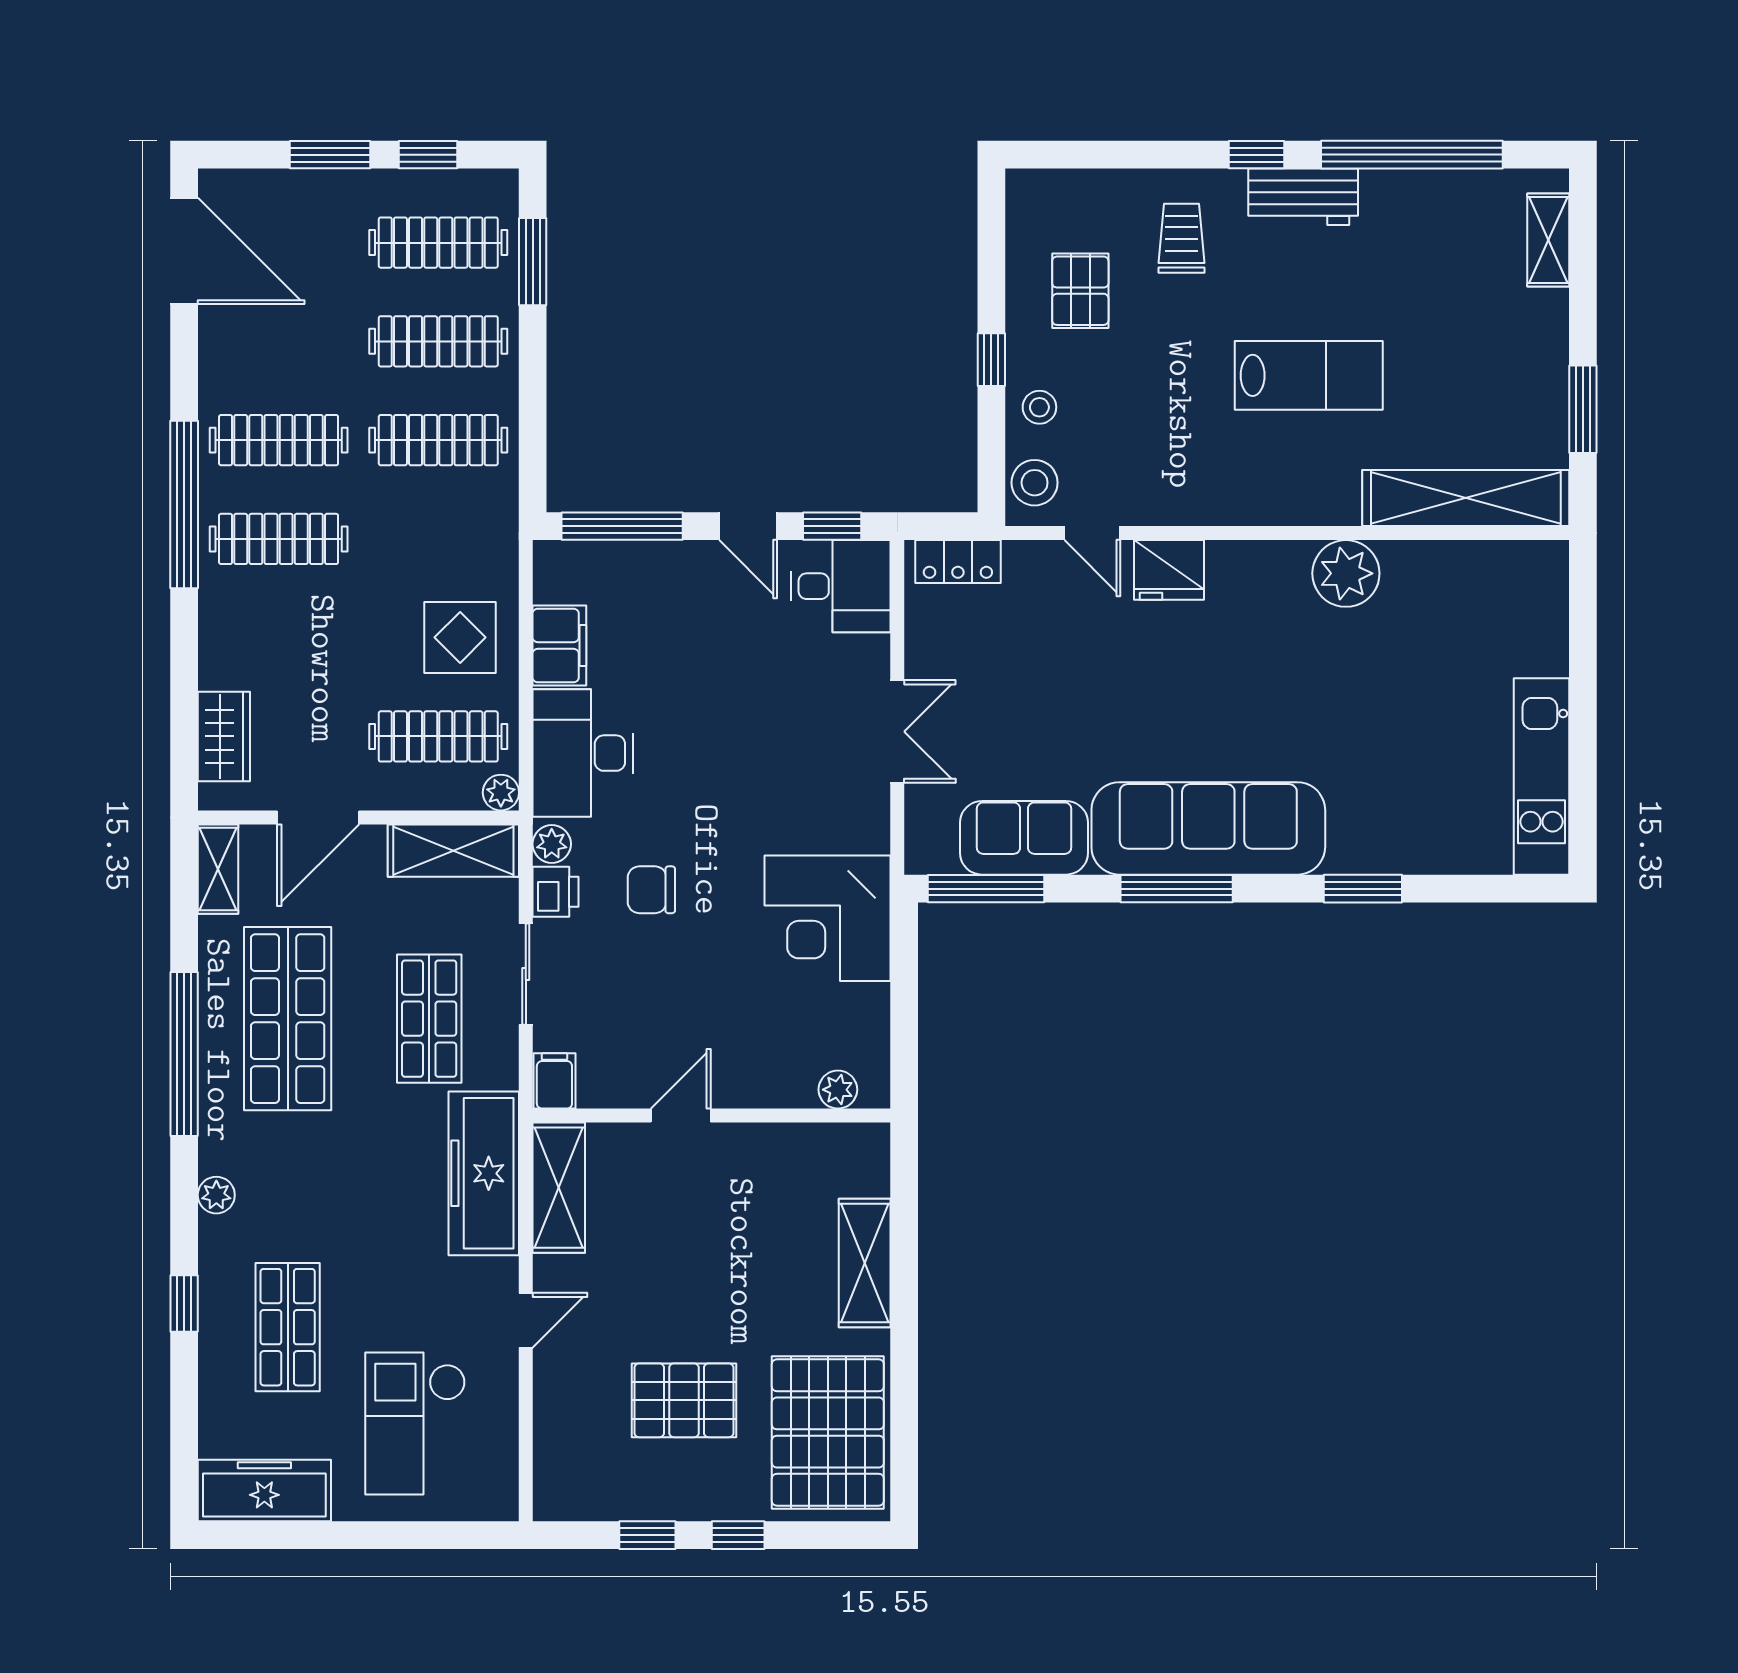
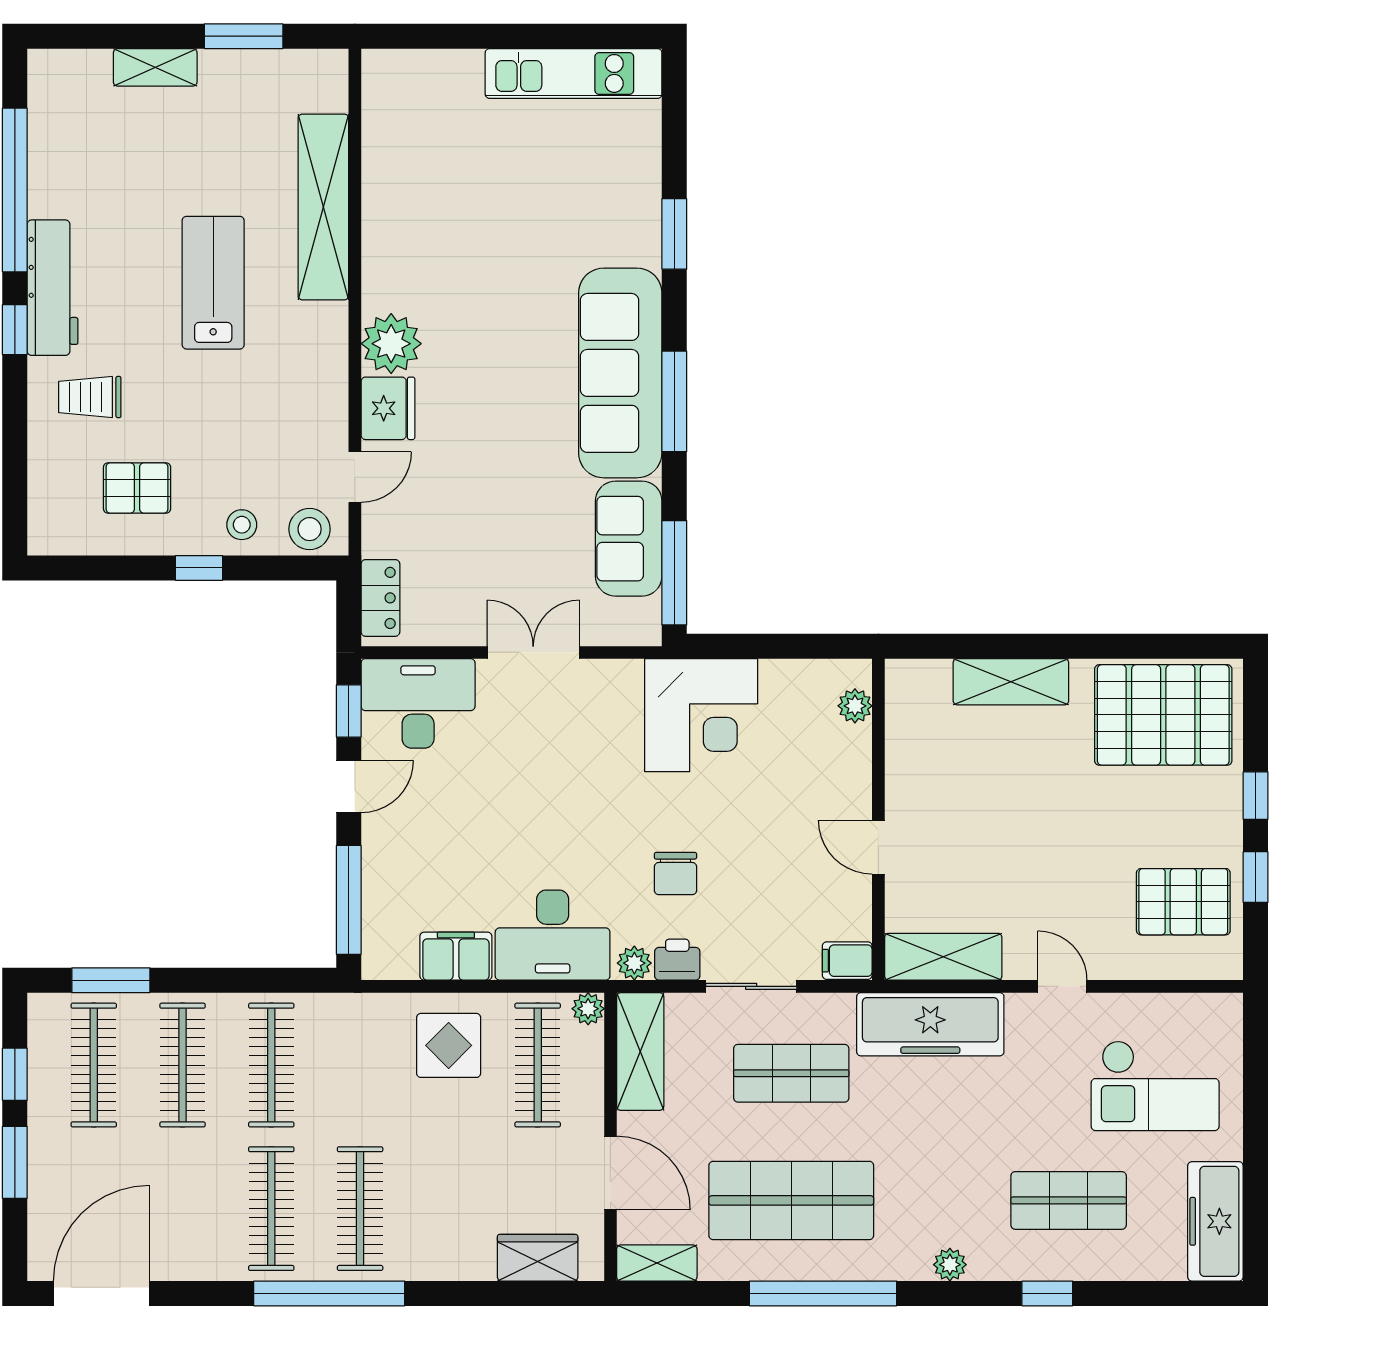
workbench: (1303, 197) -> (53, 288), width x1.38
shelving: (1548, 240) -> (155, 67), moved
shelving: (1466, 498) -> (323, 207), moved
plant: (1346, 573) -> (391, 344), moved
desk: (841, 586) -> (418, 703), width x1.37
pallet: (684, 1400) -> (1183, 902), moved, turned 90

